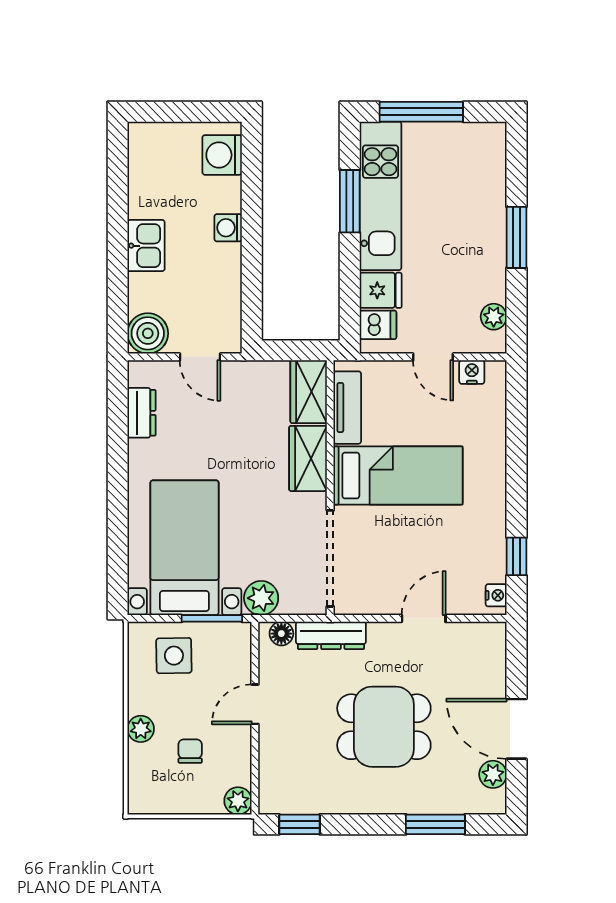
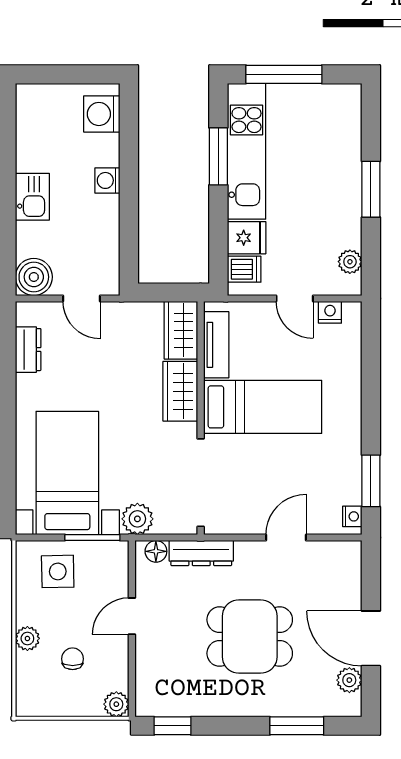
window: (516, 556) -> (371, 481), width x1.50

